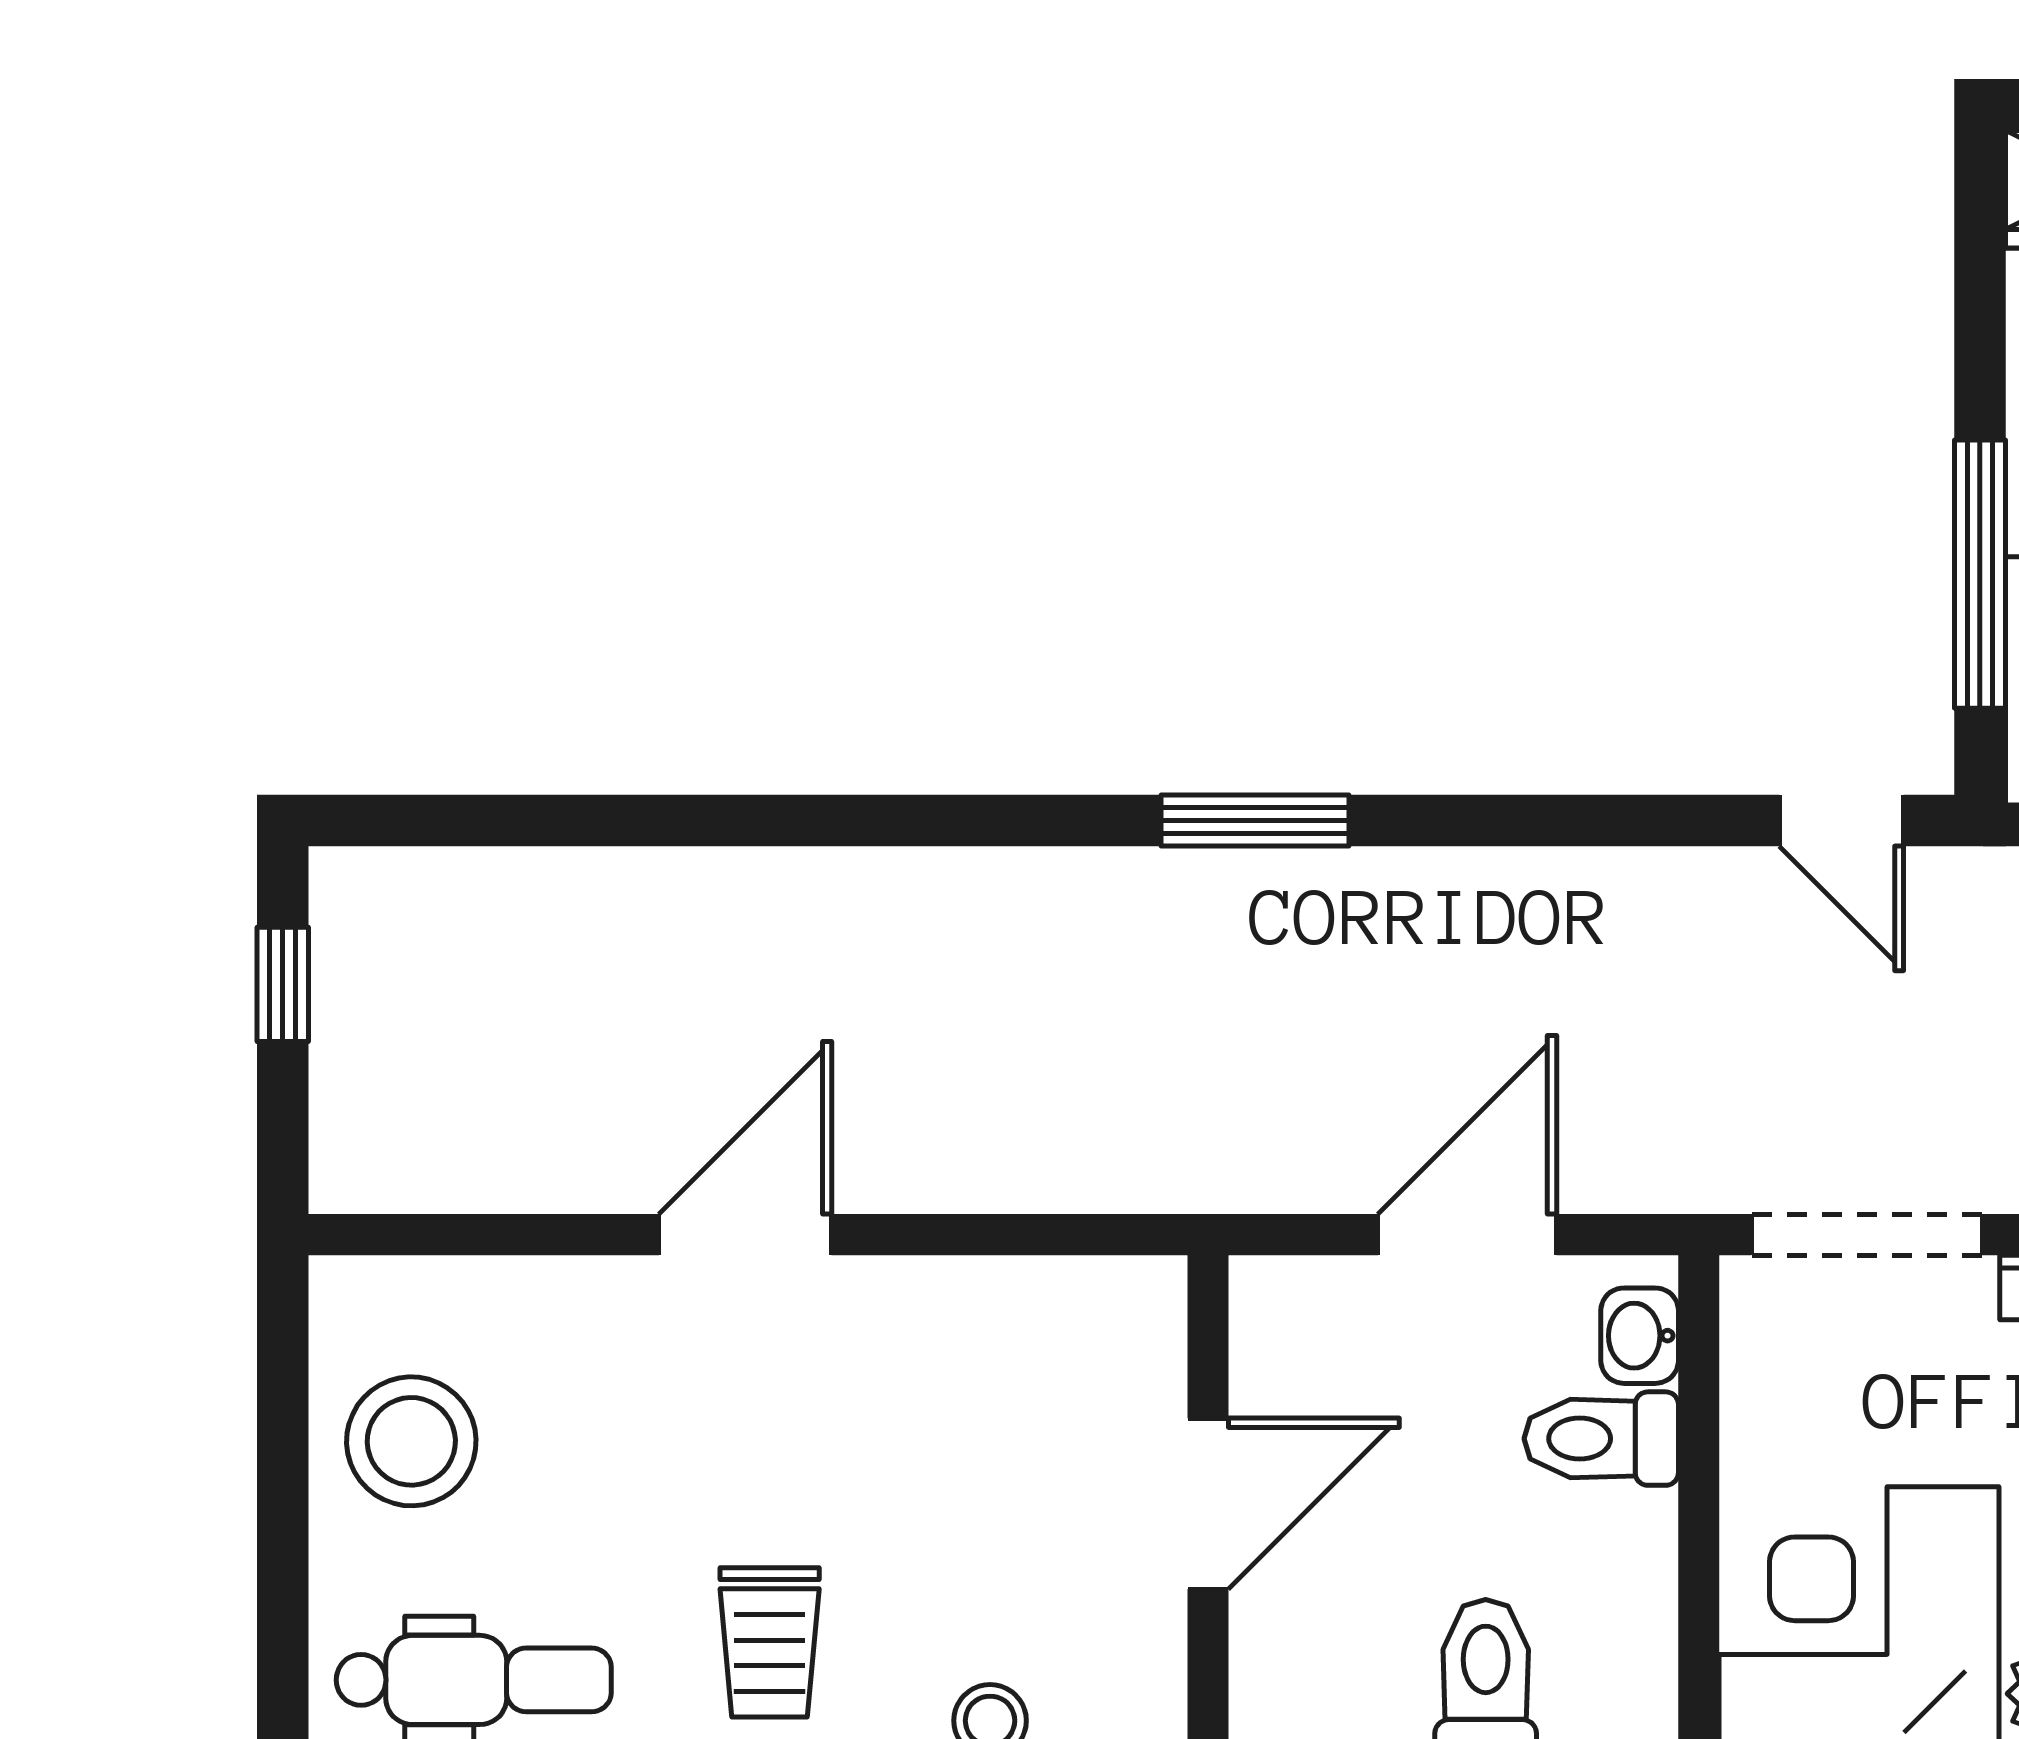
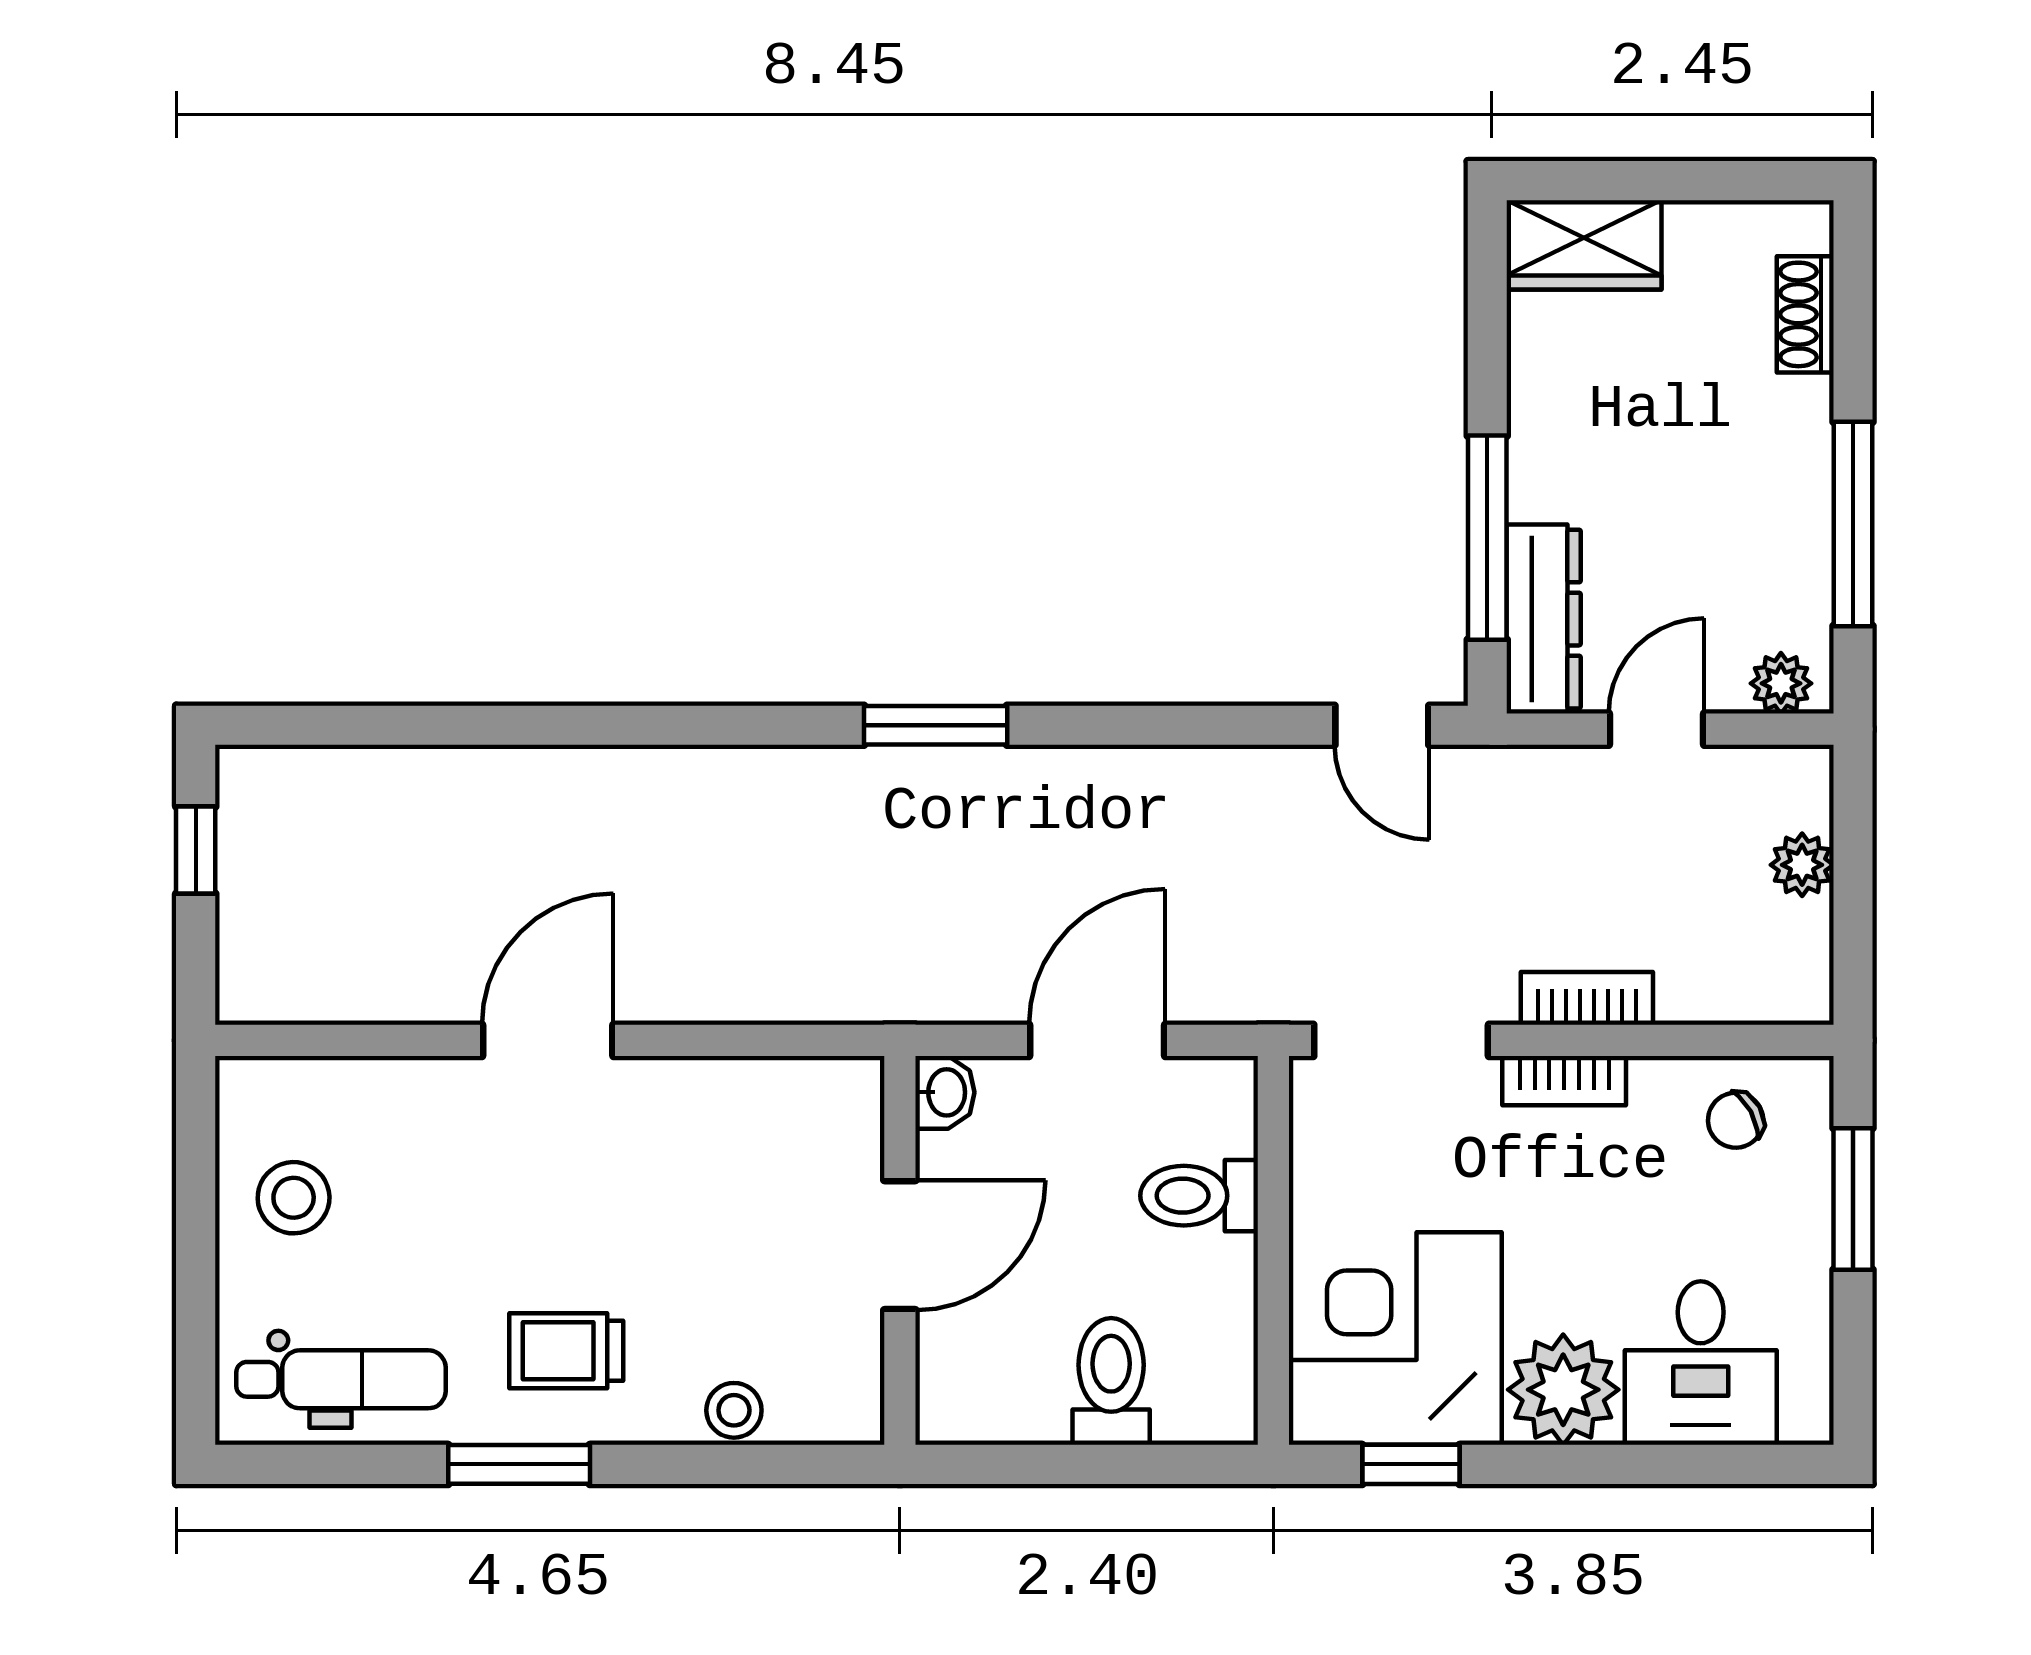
washbasin: (1640, 1336) -> (945, 1092), moved, turned 180
stool: (411, 1441) -> (294, 1198), width x0.73, depth x0.73
trolley: (770, 1642) -> (566, 1351), turned 90

